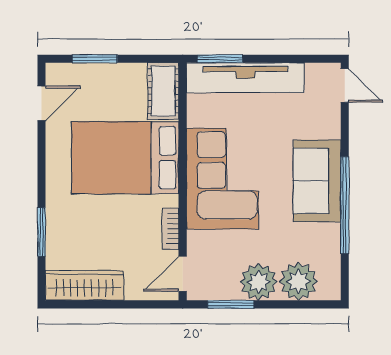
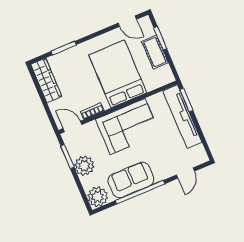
door: (345, 86) -> (185, 173), moved
cot: (163, 91) -> (155, 52), moved, turned 90
sofa: (317, 181) -> (131, 180), moved
plant: (298, 281) -> (98, 197), moved

